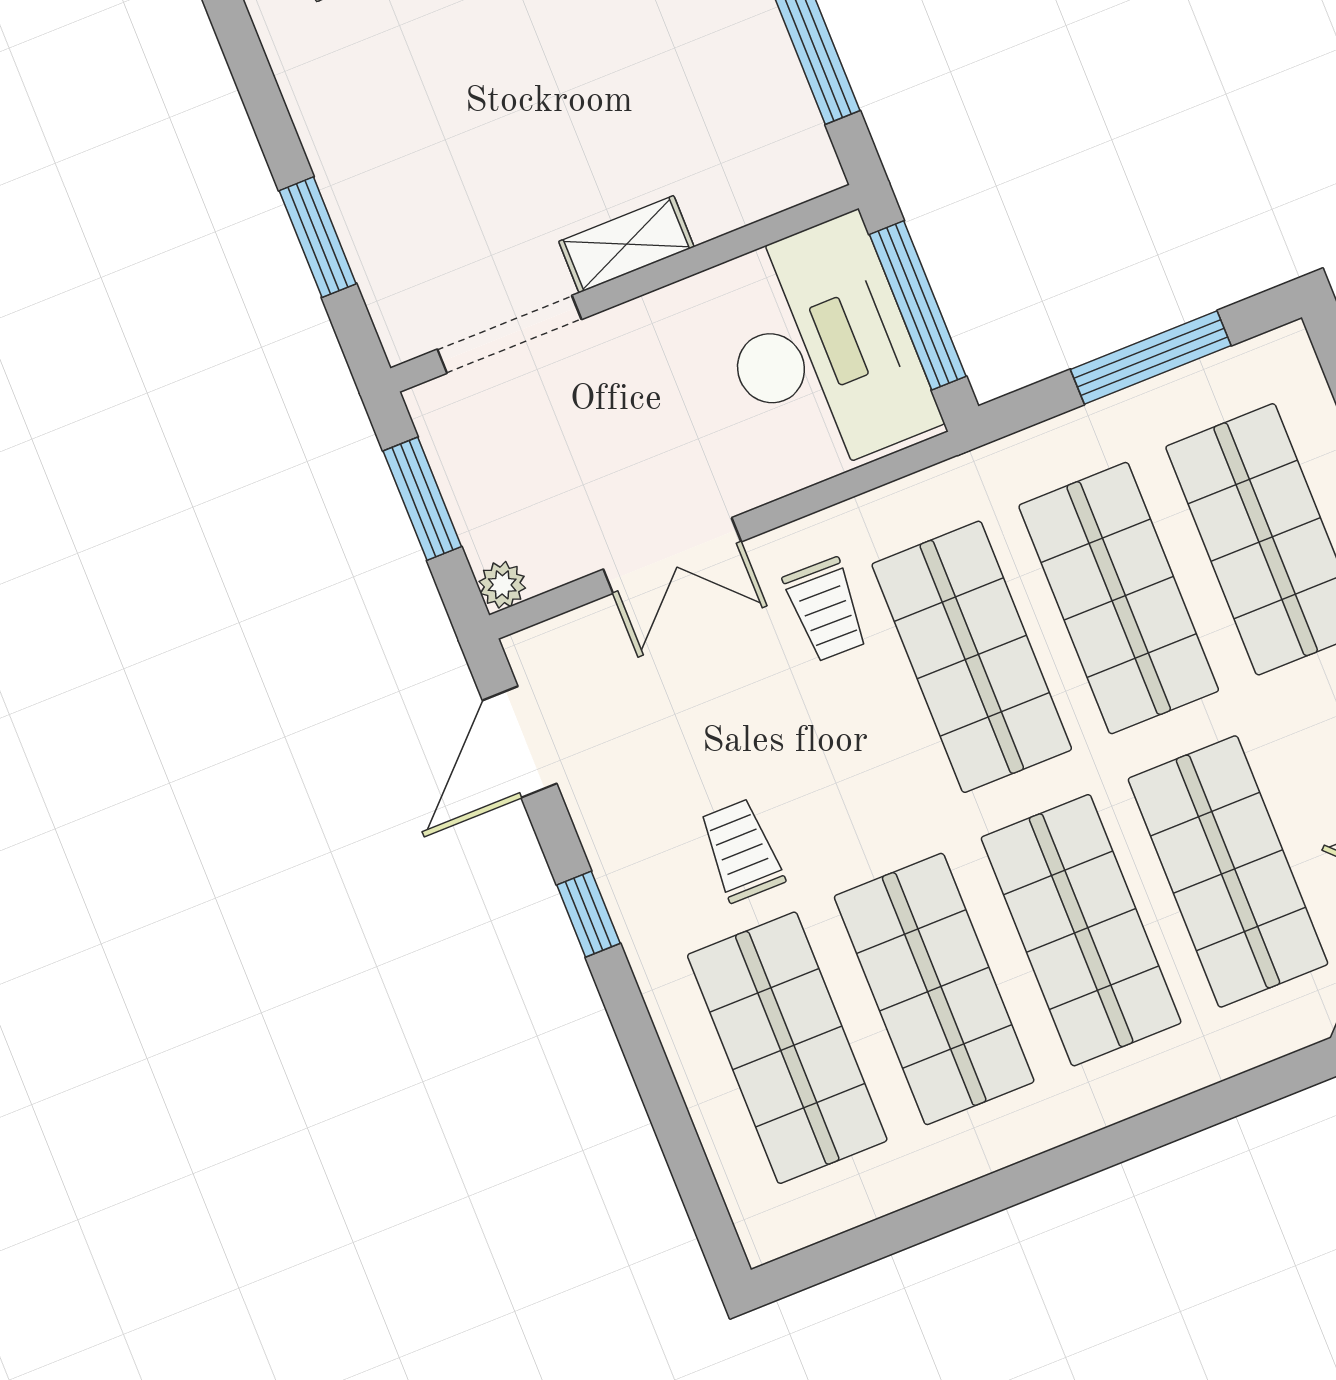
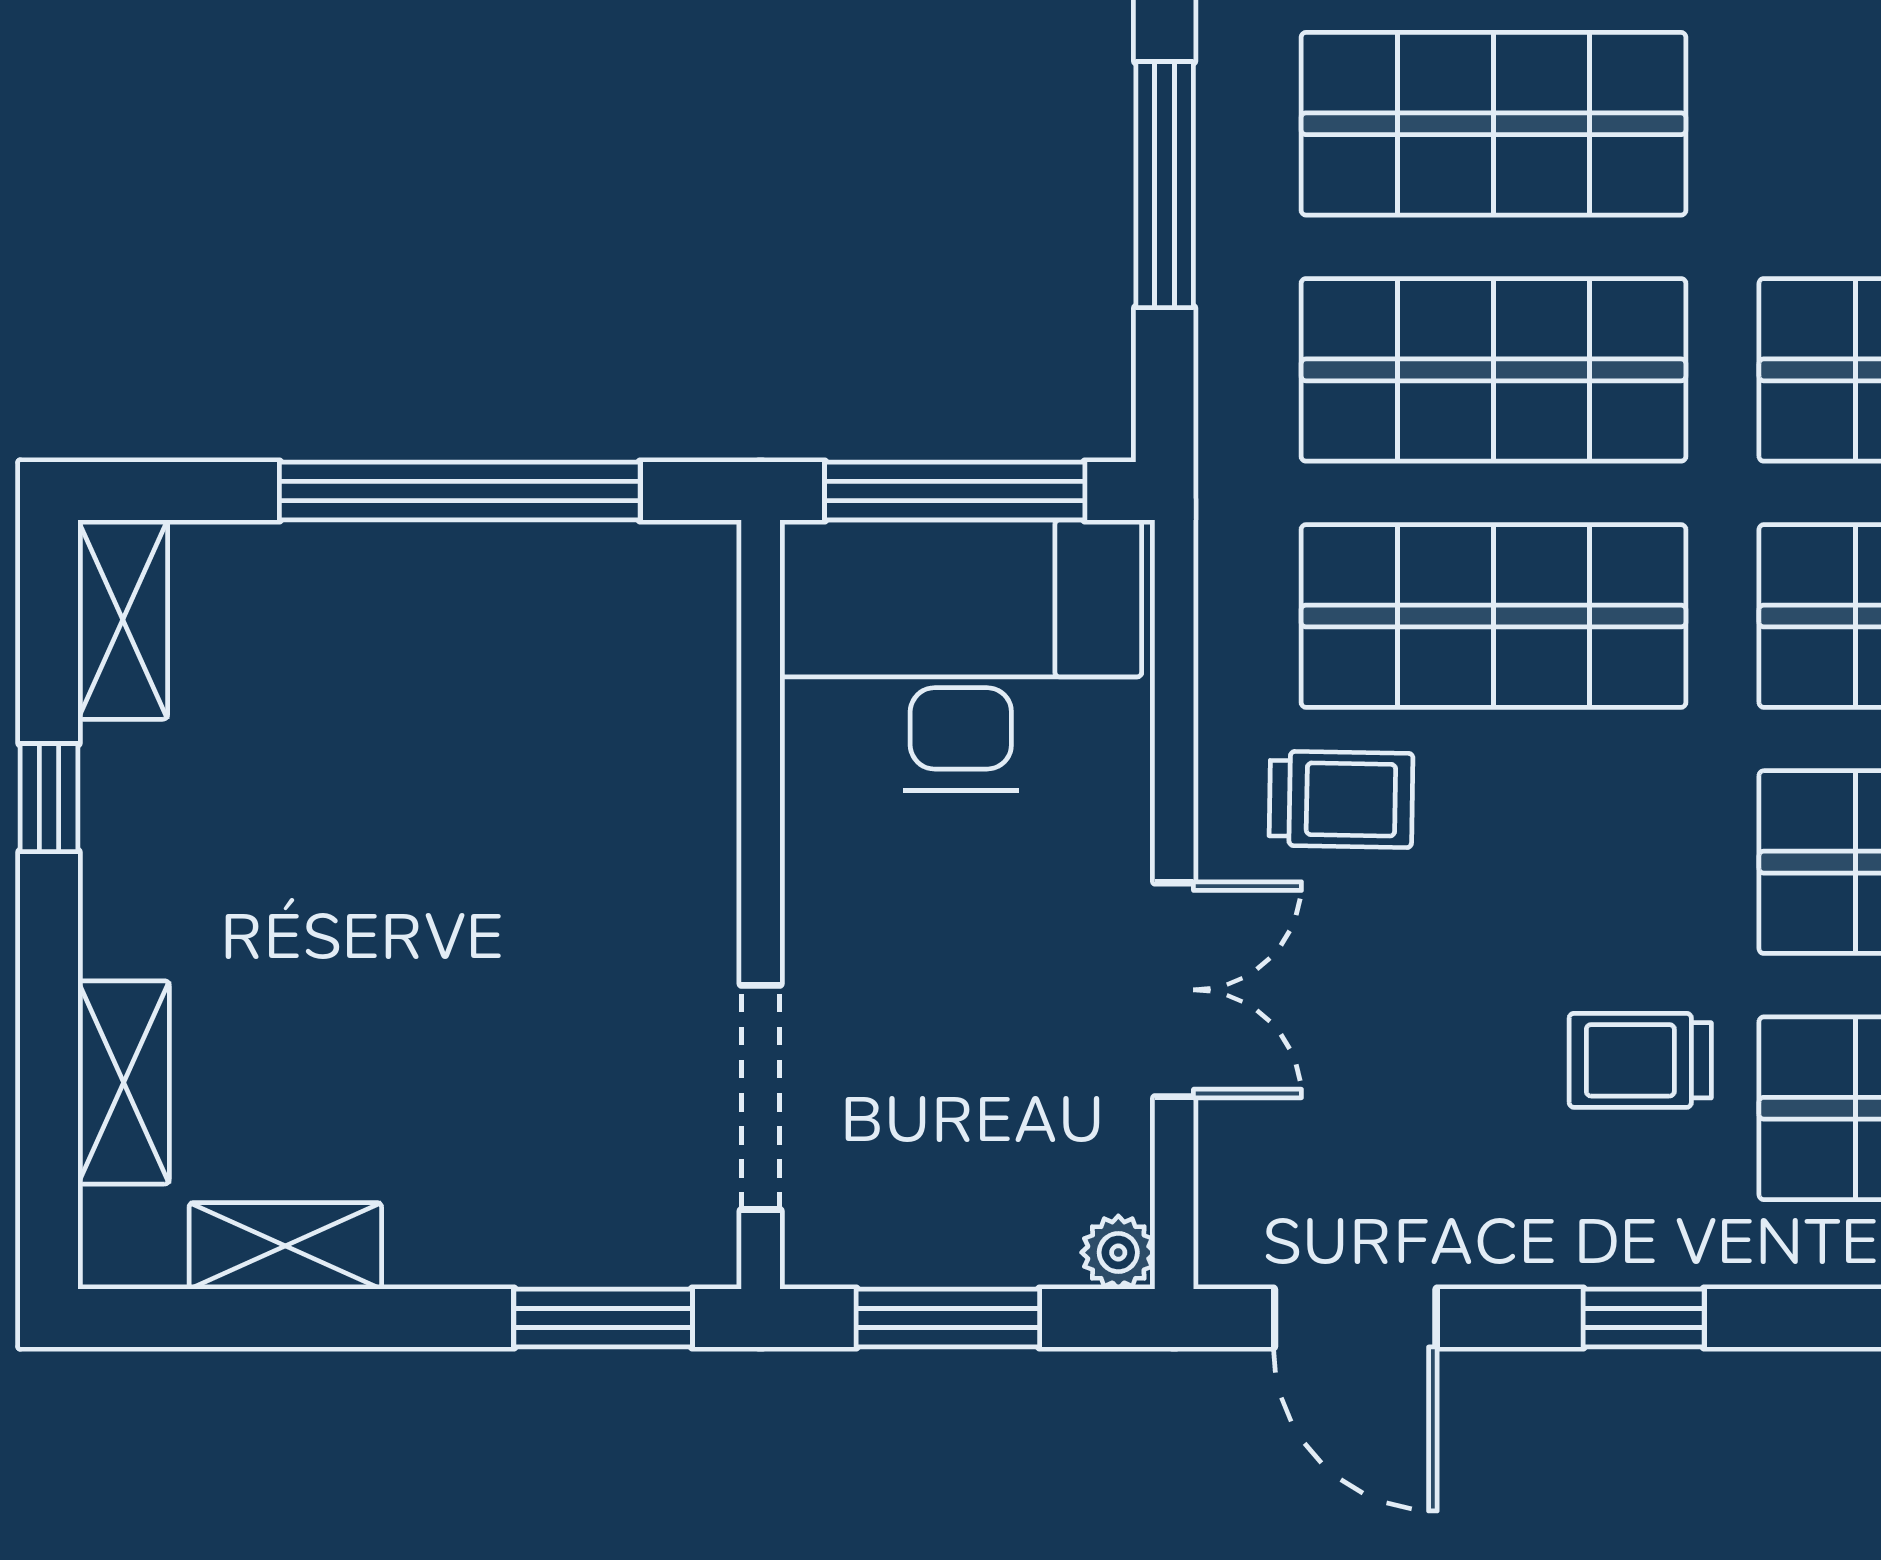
window: (318, 237) -> (603, 1318), moved
shelving: (626, 244) -> (285, 1246), moved, turned 90

